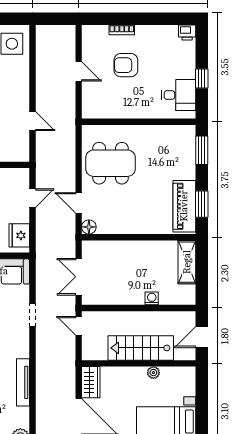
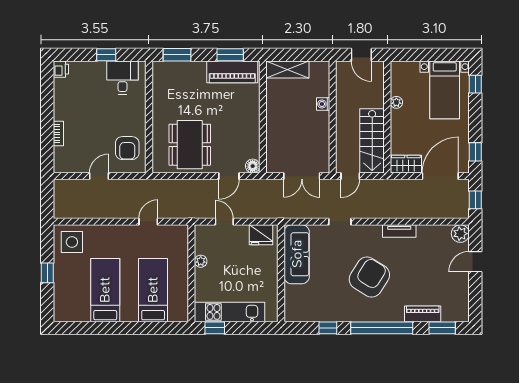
armchair: (126, 65) -> (127, 148), moved
stairs: (141, 348) -> (372, 141), moved
tv unit: (23, 382) -> (399, 231), width x0.71

